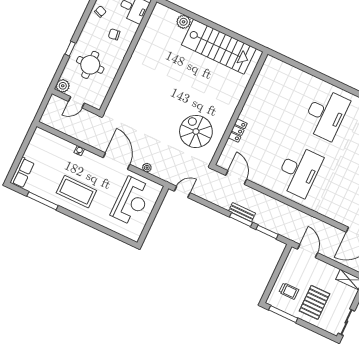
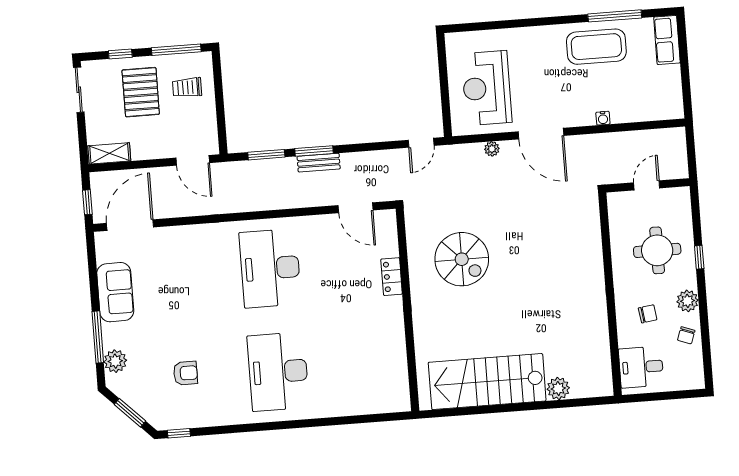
plant: (63, 86) -> (687, 301), moved
spiral stairs: (196, 131) -> (462, 259), moved
coffee table: (76, 192) -> (596, 47), moved
window: (314, 329) -> (120, 54), added

